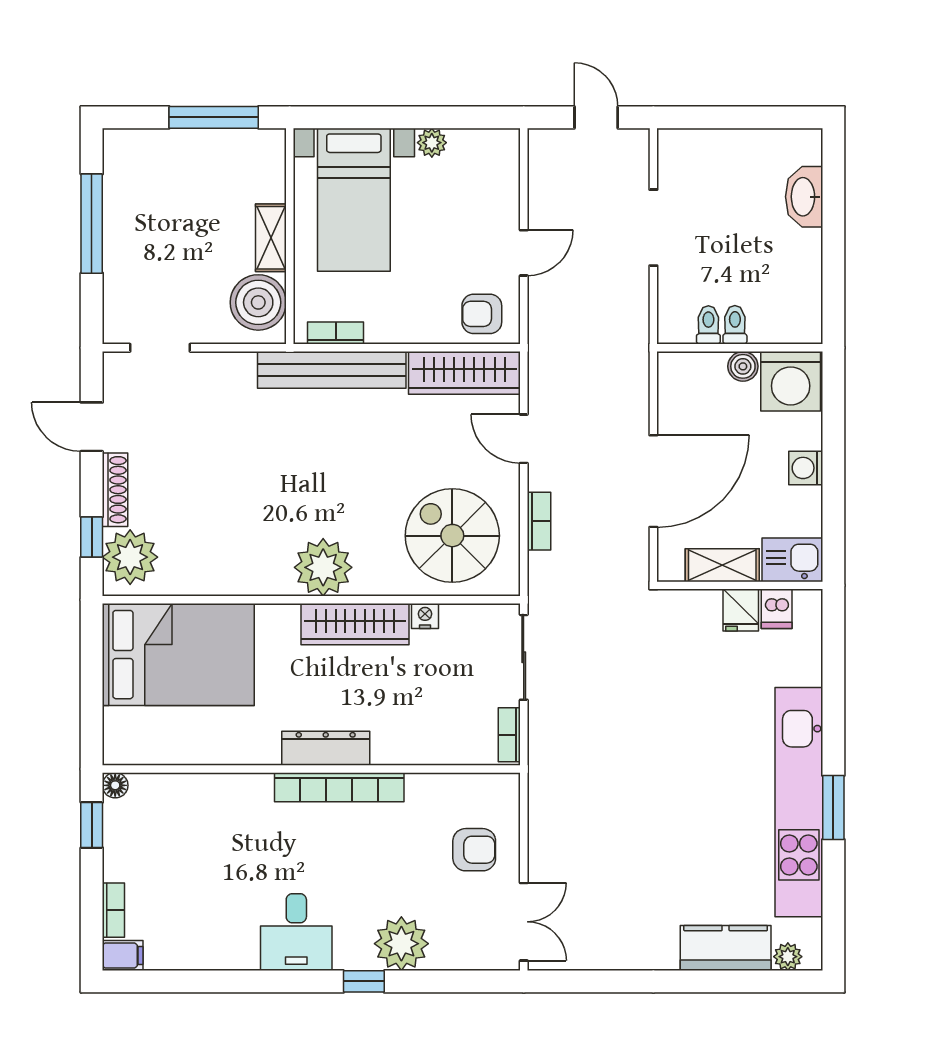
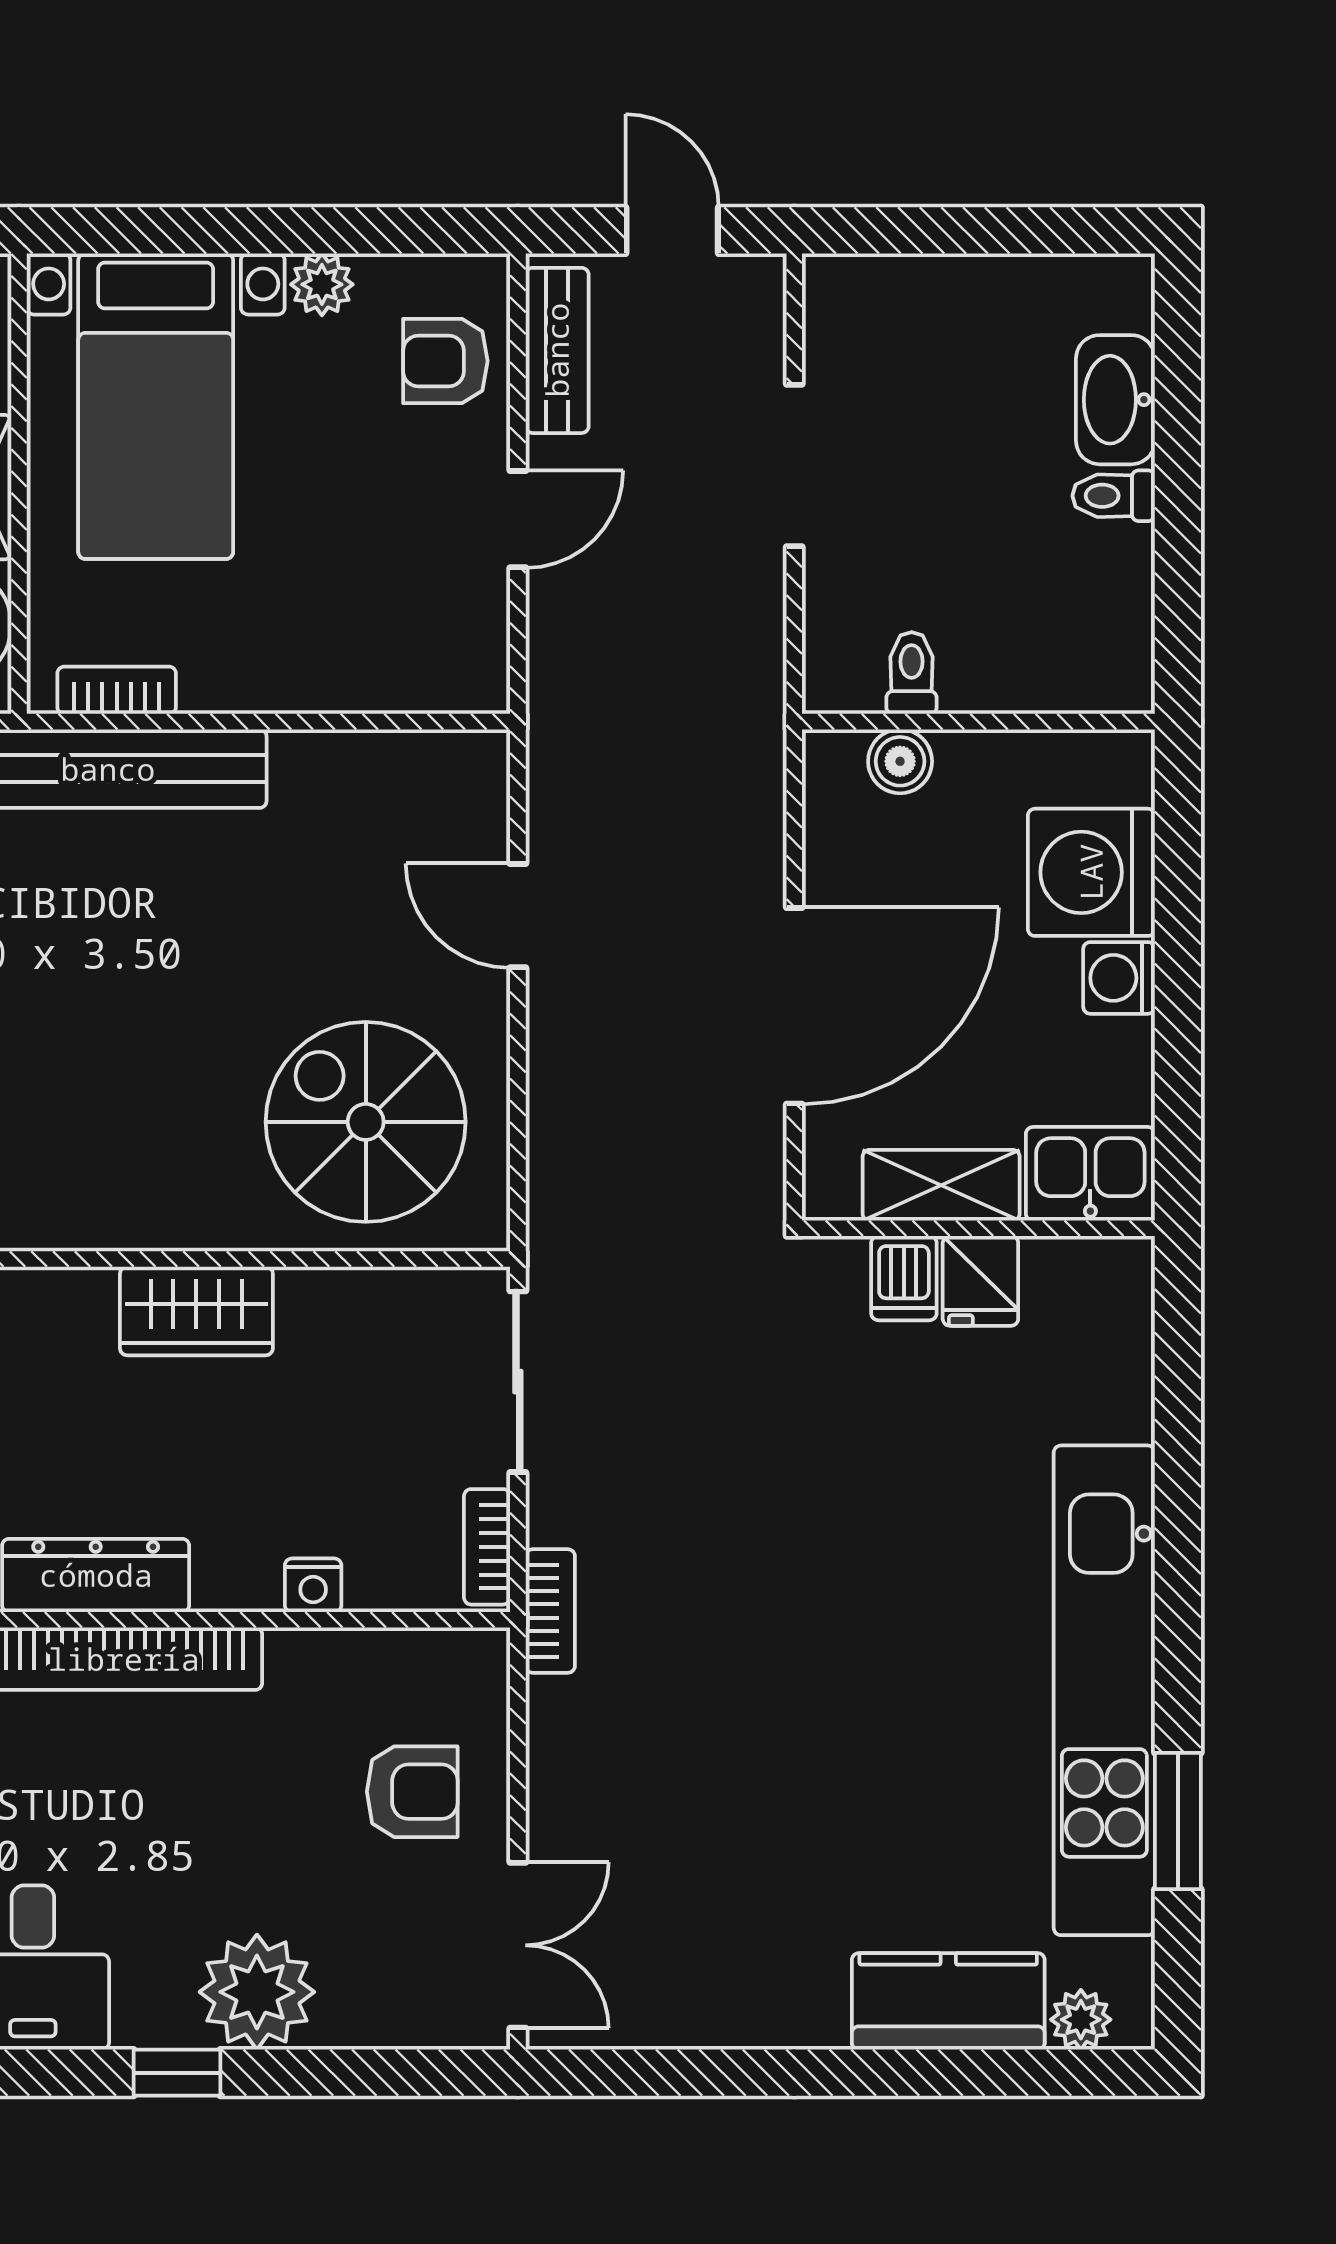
bench: (542, 174) -> (557, 350), added
armchair: (482, 314) -> (445, 361), moved
toilet: (735, 325) -> (1114, 496), moved, turned -90
boiler: (743, 366) -> (900, 761), moved
wardrobe: (464, 373) -> (391, 775), removed
washing machine: (791, 381) -> (1091, 872), moved, turned 90
bookcase: (539, 521) -> (550, 1611), moved
plant: (323, 567) -> (90, 1190), removed
dishwasher: (777, 609) -> (904, 1278), moved
nightstand: (425, 616) -> (313, 1585), moved, turned 180
wardrobe: (355, 624) -> (196, 1311), width x0.67
window: (833, 807) -> (1178, 1821), moved

